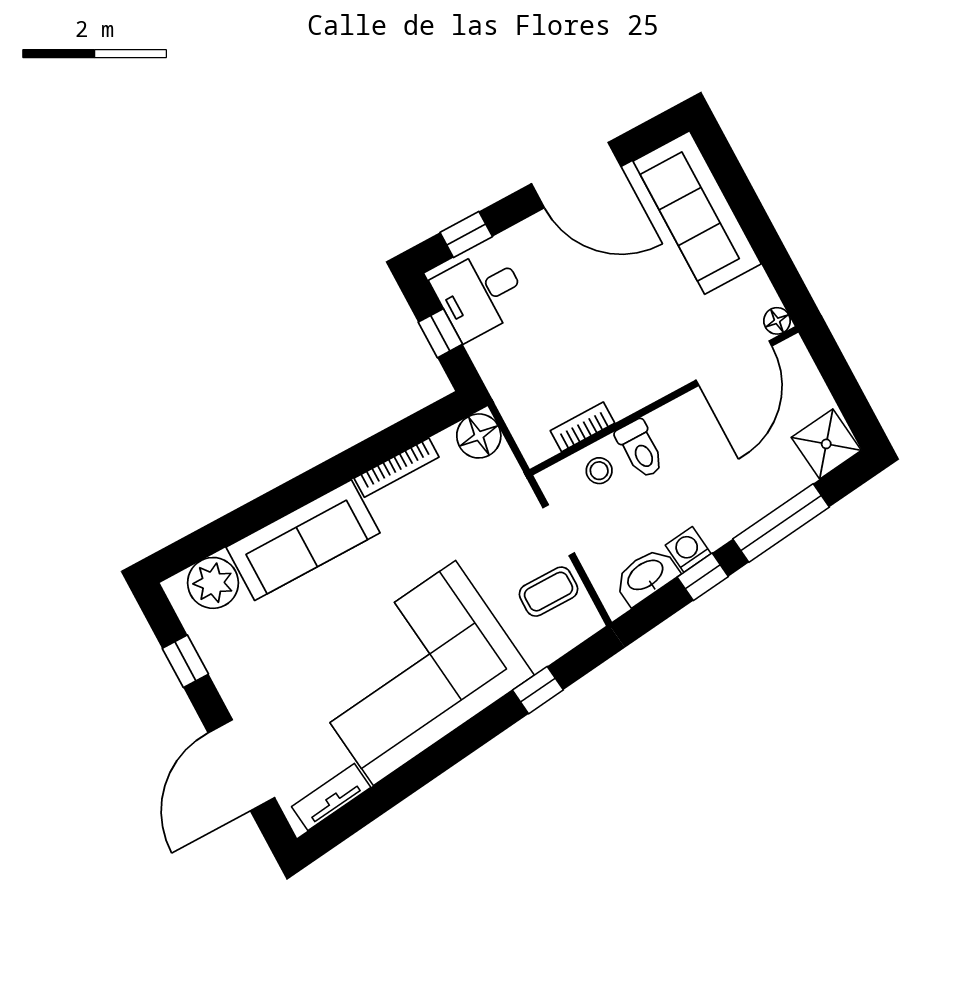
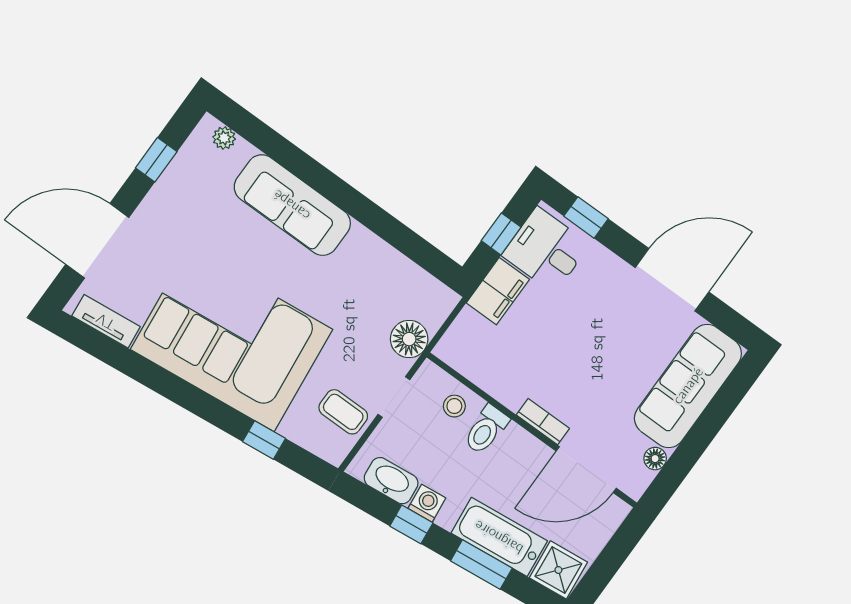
door: (576, 175) -> (672, 280), swing flipped
floor lamp: (777, 321) -> (655, 459), moved
filing cabinet: (499, 366) -> (498, 291), added
bookcase: (583, 427) -> (543, 422), moved
floor lamp: (479, 436) -> (409, 339), moved
bookcase: (397, 468) -> (382, 250), removed
bathtub: (761, 490) -> (499, 537), added
window: (781, 523) -> (481, 565), width x0.69
plant: (213, 583) -> (224, 138), width x0.53, depth x0.53

